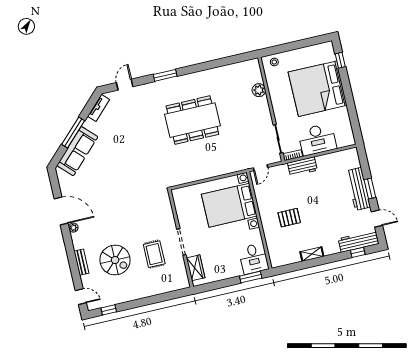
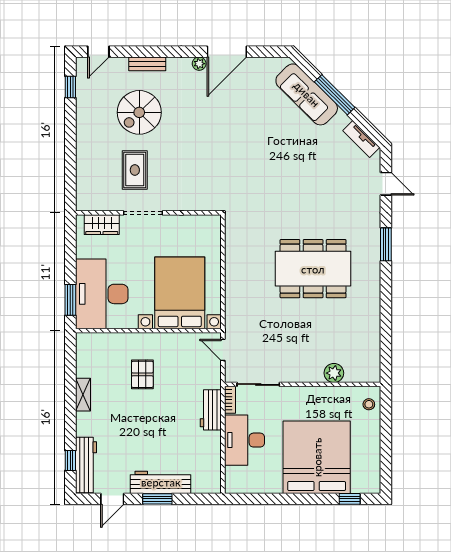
dining table: (192, 120) -> (313, 269), turned 90
rug: (154, 254) -> (135, 170), turned 90
desk: (254, 259) -> (102, 294), width x1.87, depth x1.30

